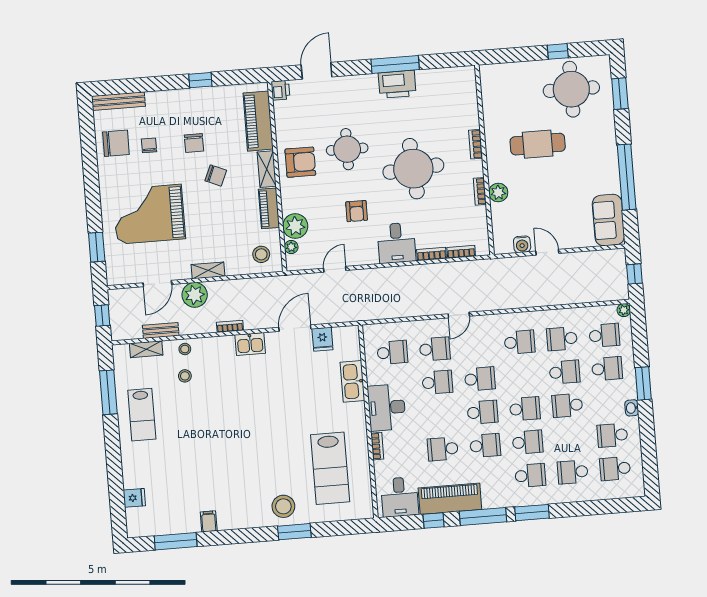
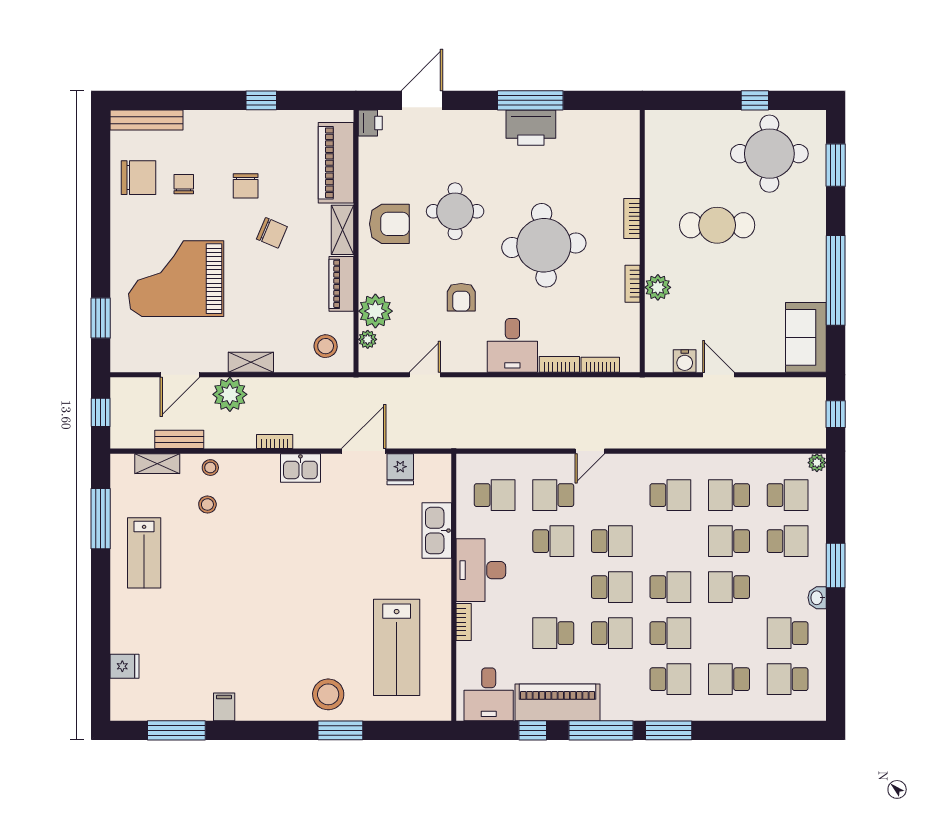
school desk: (435, 349) -> (553, 495), turned 180
school desk: (565, 372) -> (729, 541), turned 180

